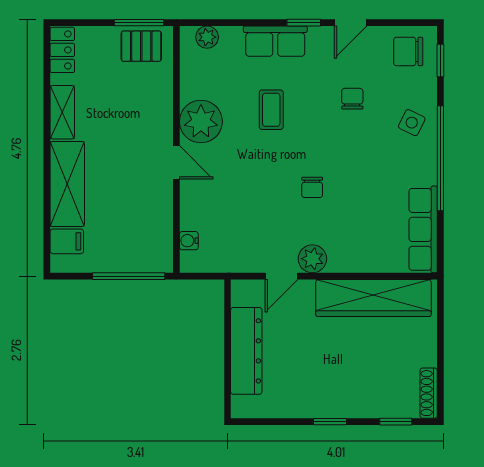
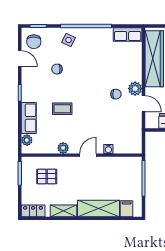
door: (351, 23) -> (20, 59), moved
row of seats: (275, 41) -> (29, 118), moved
pallet: (141, 46) -> (47, 176), moved, turned 90
plant: (201, 122) -> (63, 148), width x0.53, depth x0.53
chair: (312, 187) -> (116, 94), moved
row of seats: (423, 229) -> (128, 34), width x0.68
water cooler: (189, 241) -> (108, 149), moved

